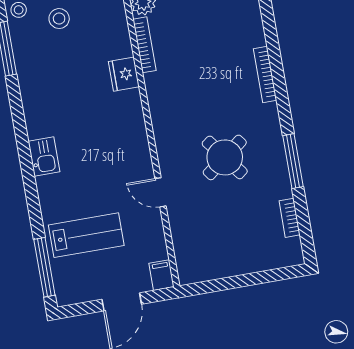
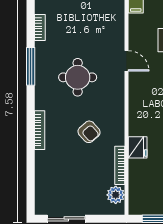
armchair: (196, 84) -> (89, 132), added
round table: (225, 157) -> (78, 77), turned 37

